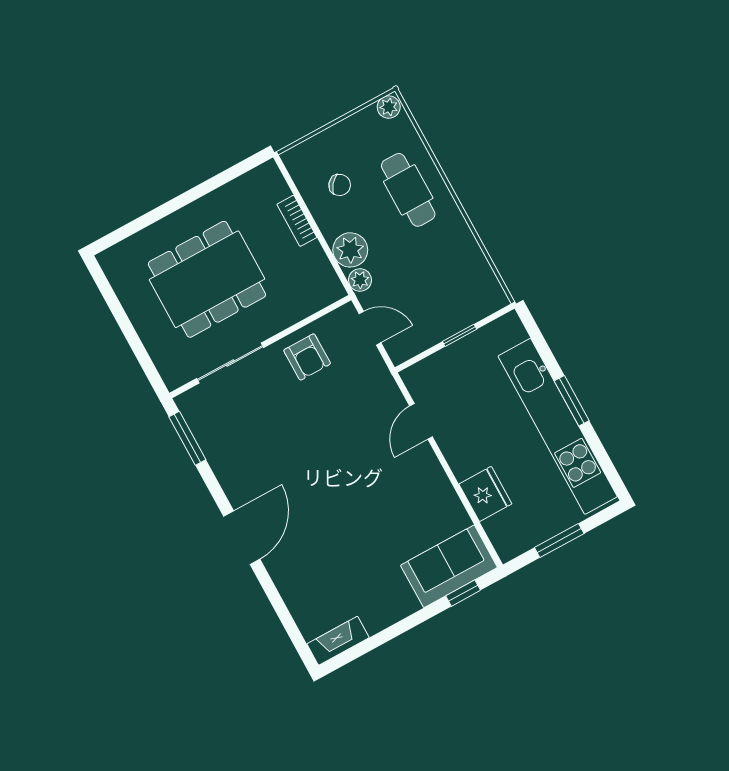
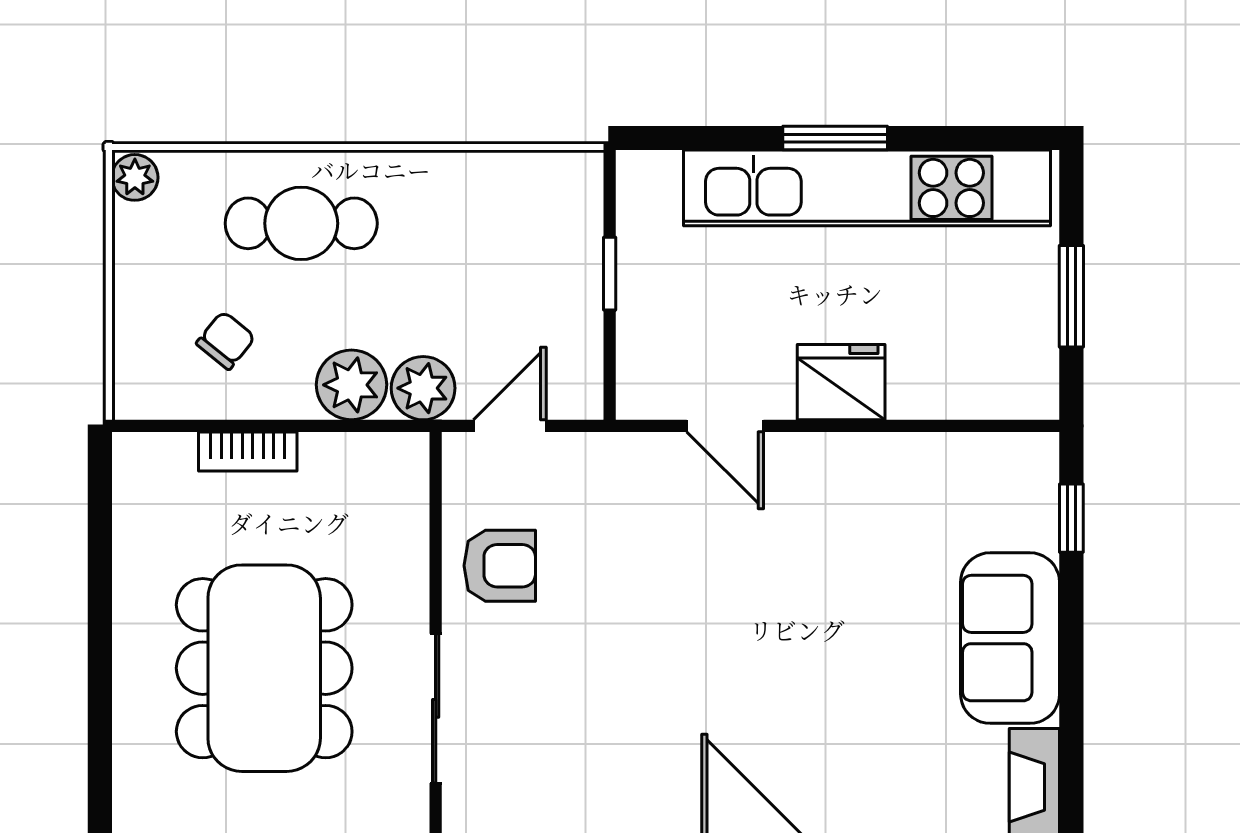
plant: (360, 280) -> (423, 388), width x1.38, depth x1.38
fridge: (485, 494) -> (841, 382), moved
sofa: (449, 566) -> (1010, 638), moved

